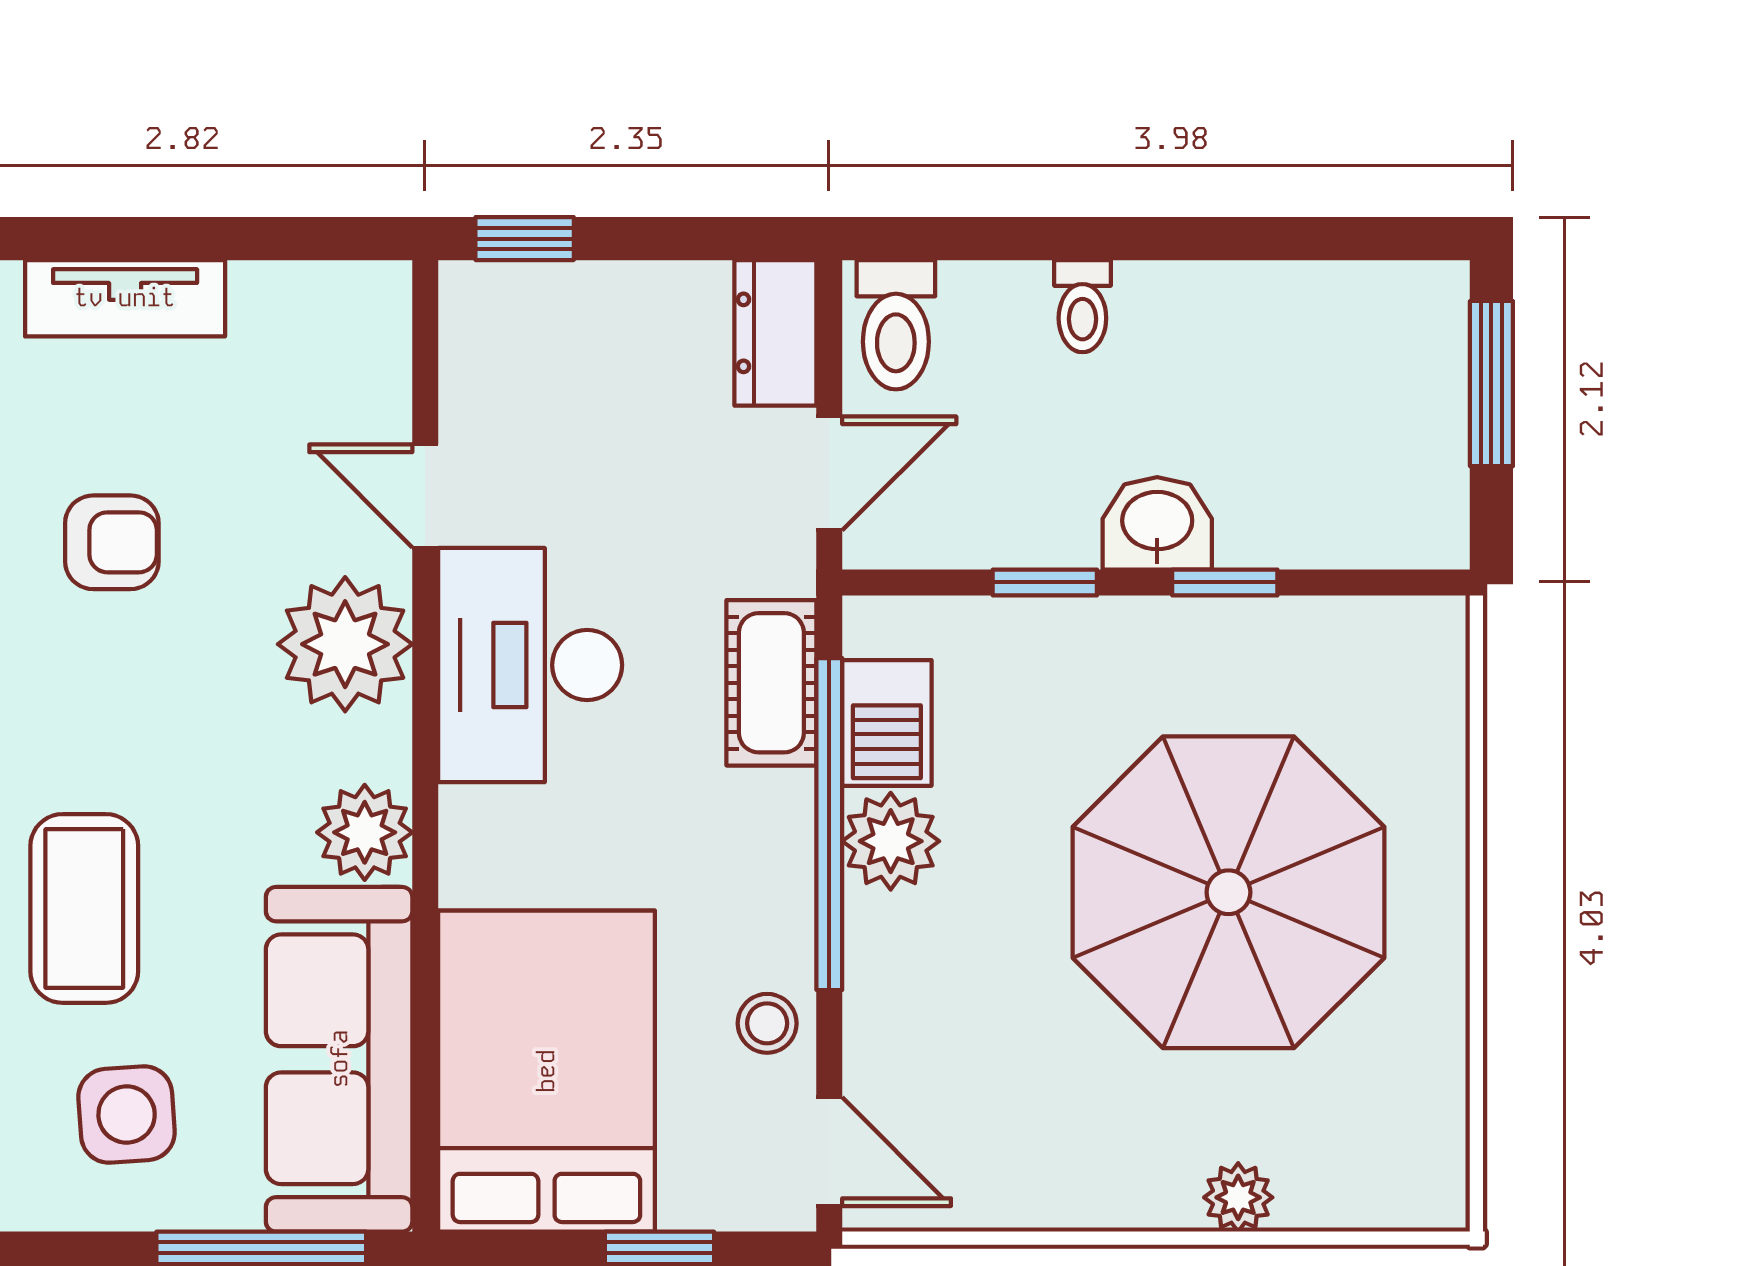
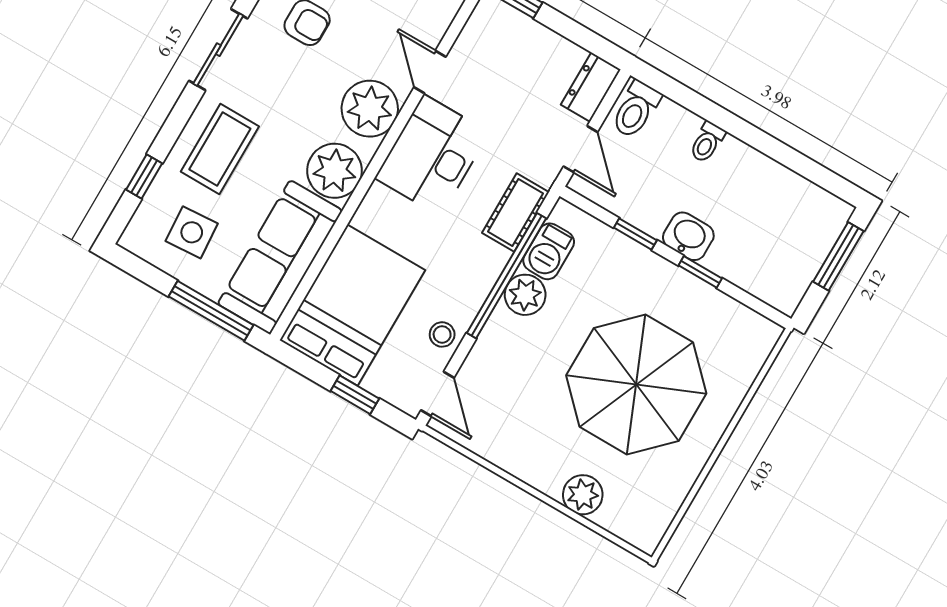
door: (829, 473) -> (581, 149), hinge flipped
plant: (365, 832) -> (335, 171), width x1.36, depth x1.36
plant: (1238, 1197) -> (583, 495), width x1.38, depth x1.38

